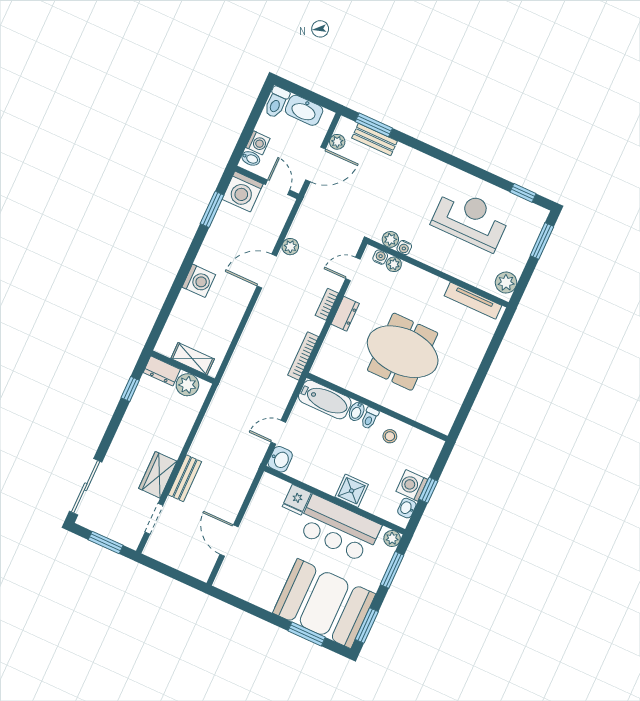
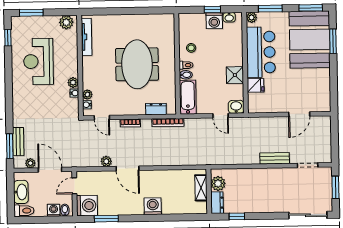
plant: (390, 239) -> (73, 83), moved
dresser: (345, 314) -> (156, 109), moved
wardrobe: (158, 475) -> (280, 175), removed
shower: (352, 491) -> (235, 75), moved

